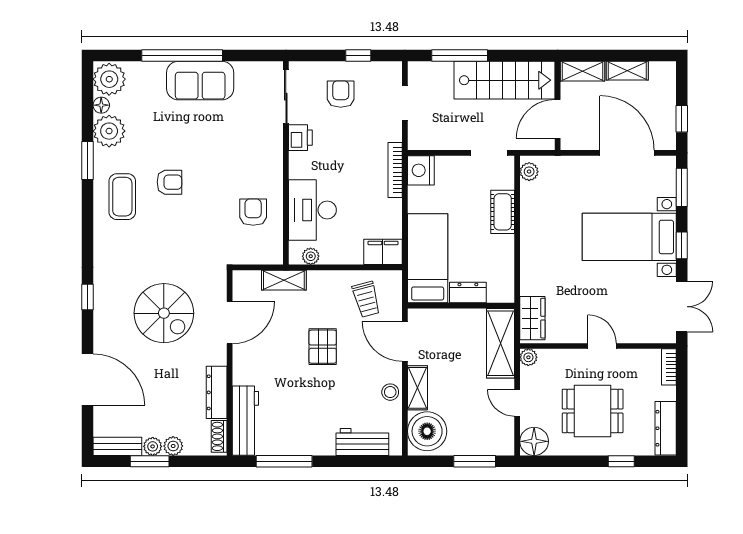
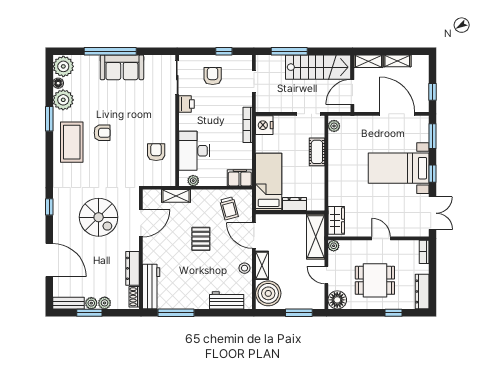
coffee table: (122, 197) -> (72, 142), width x1.36, depth x1.32

